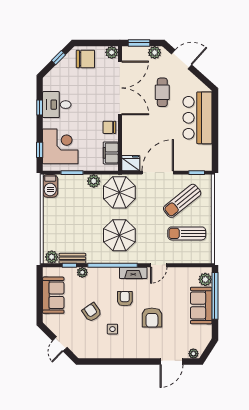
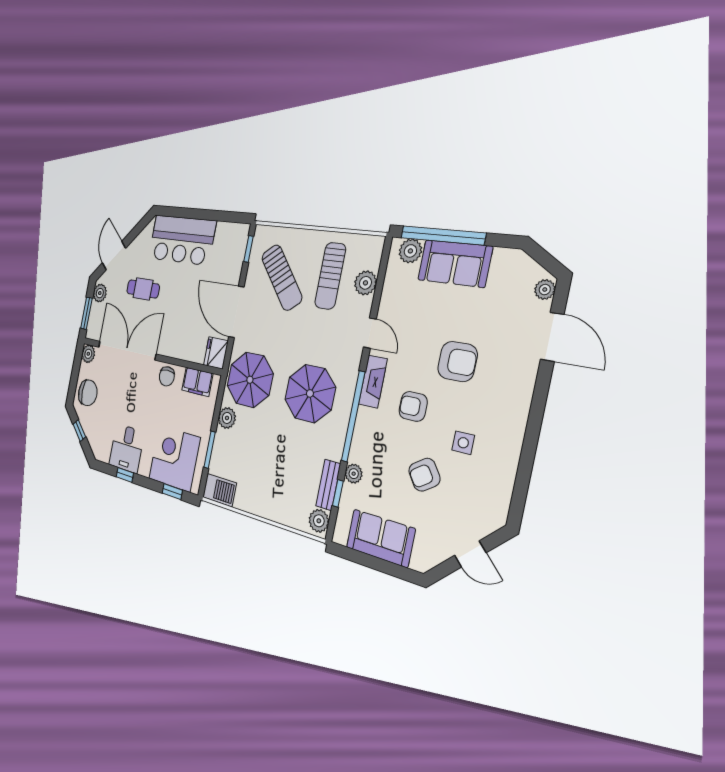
chair: (85, 59) -> (88, 393), turned 90
plant: (185, 257) -> (365, 283), added

